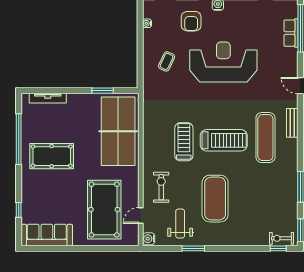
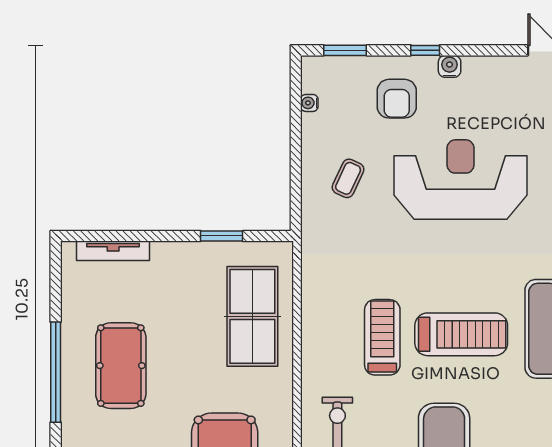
table tennis table: (118, 131) -> (252, 316), width x0.73, depth x0.76
window: (19, 139) -> (56, 372), moved
pool table: (52, 156) -> (121, 366), turned 90

